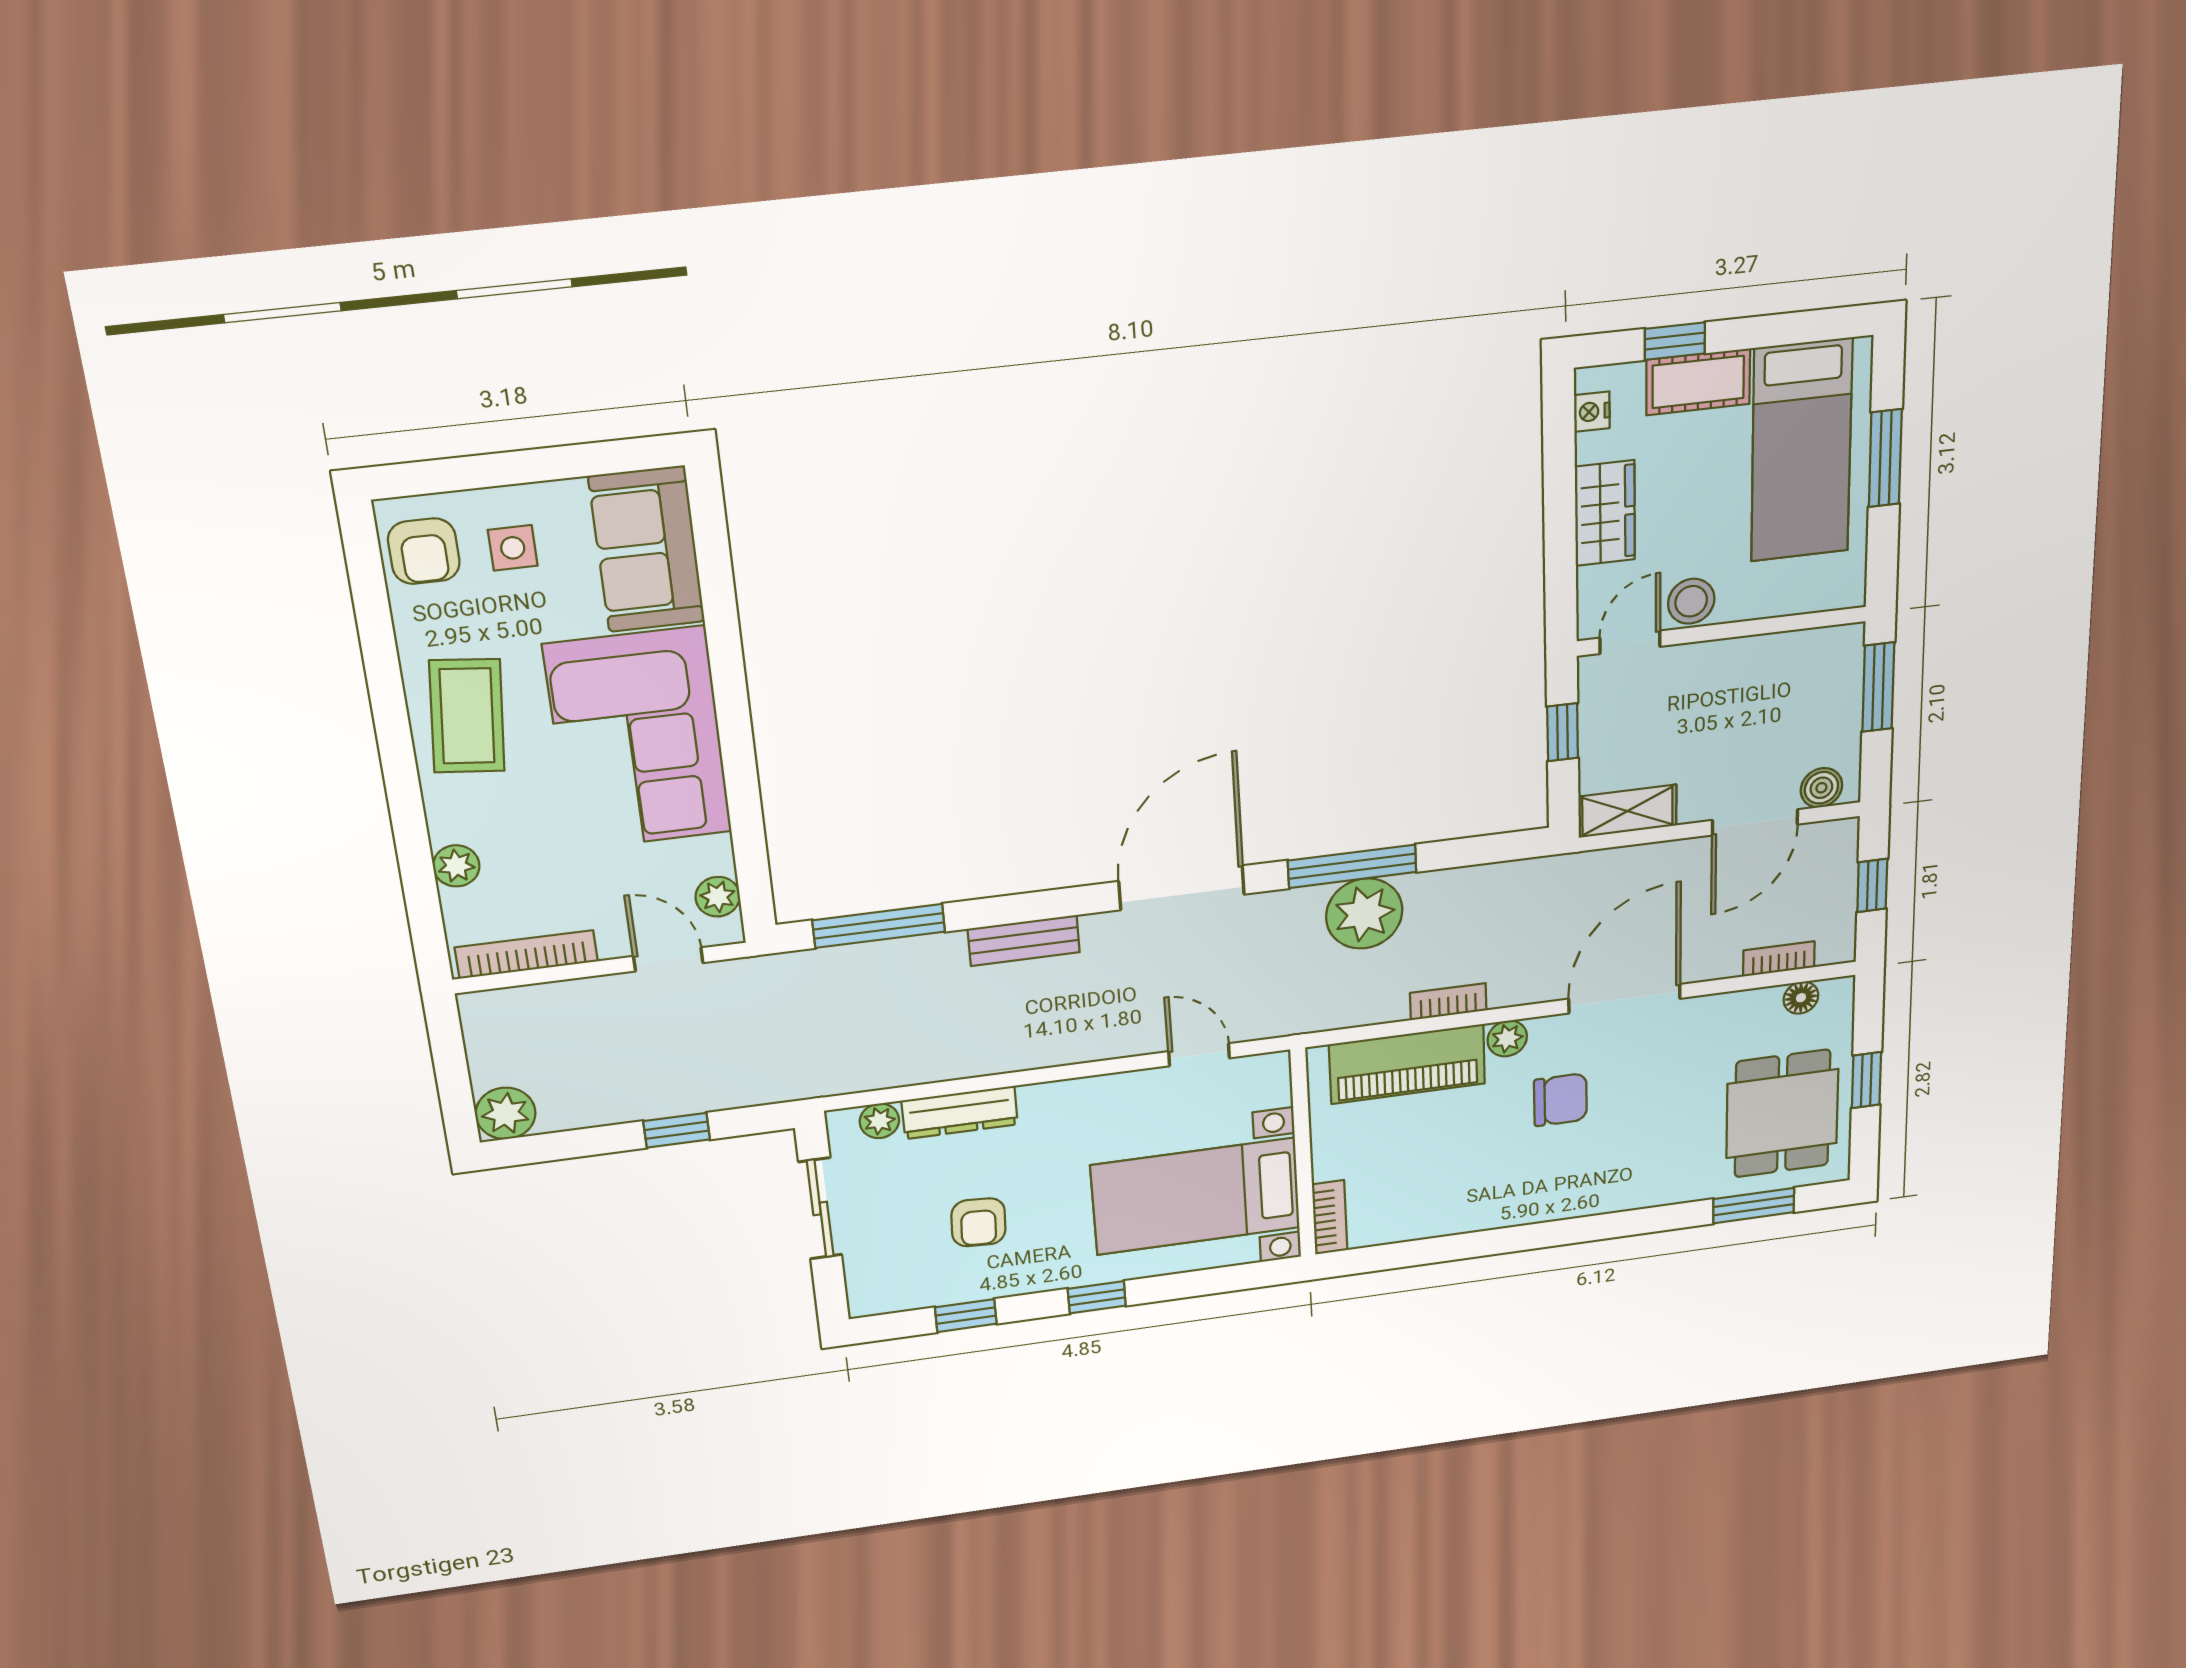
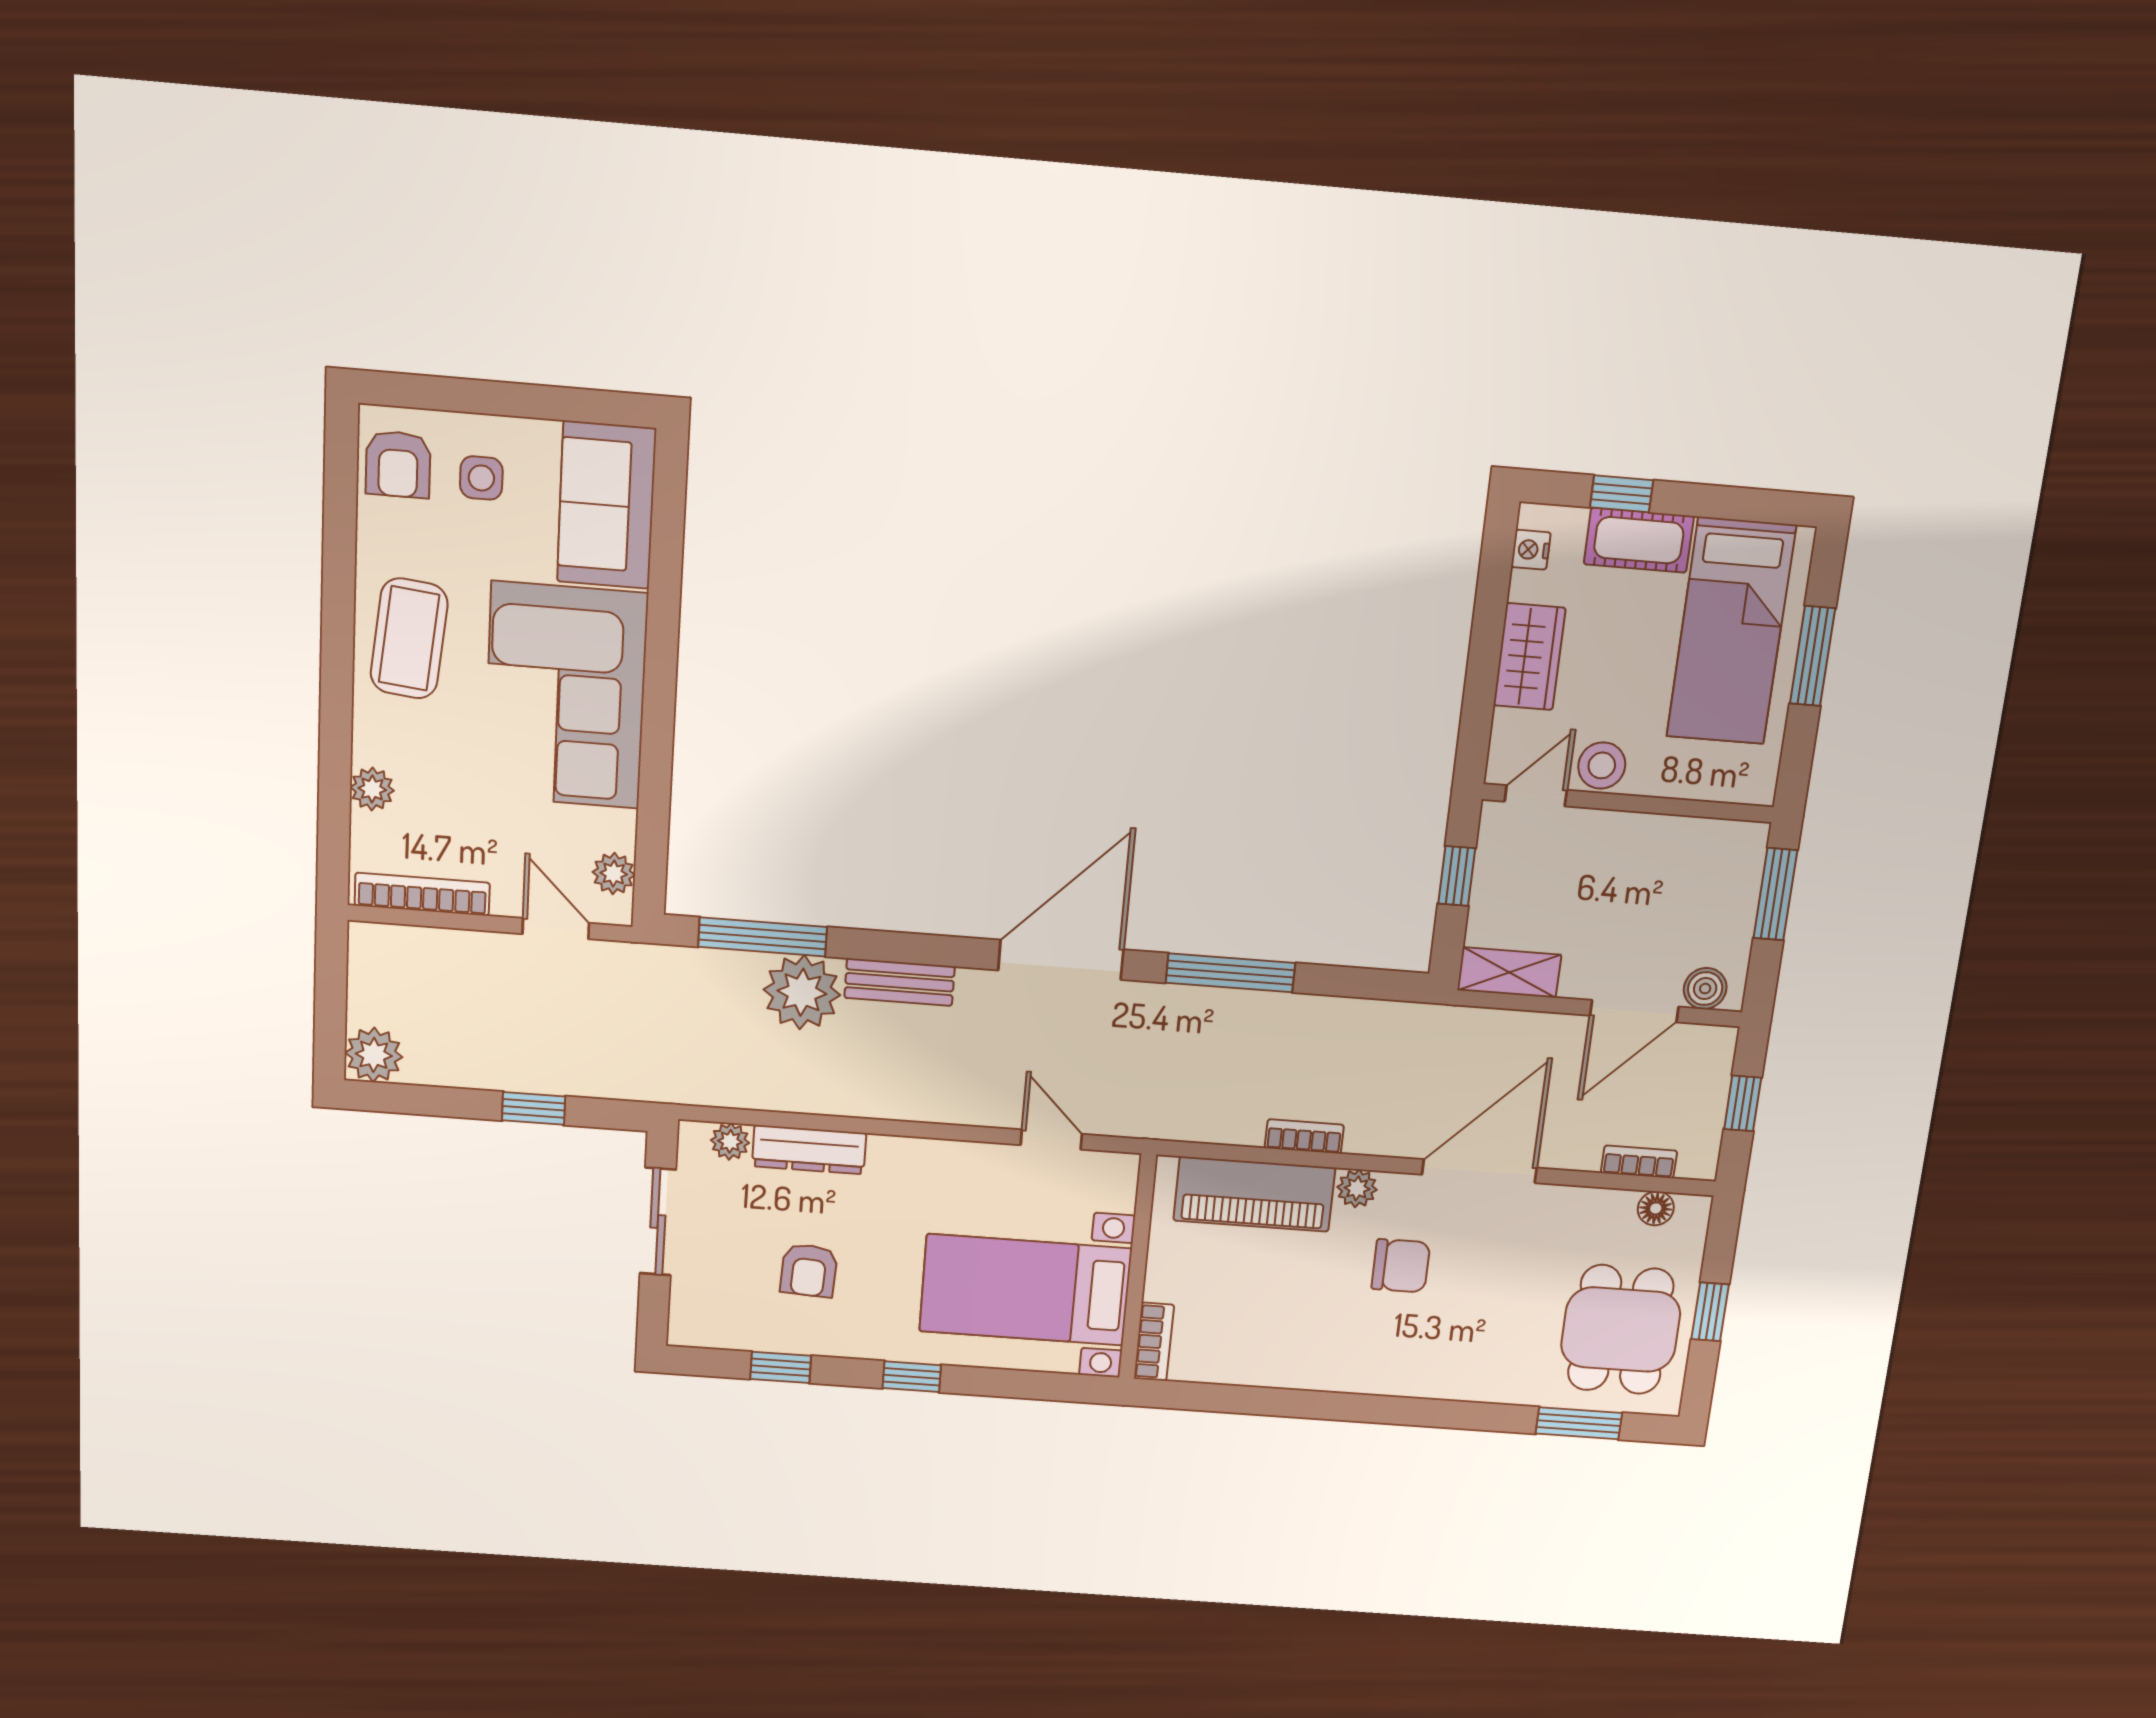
plant: (1364, 914) -> (802, 992), moved

